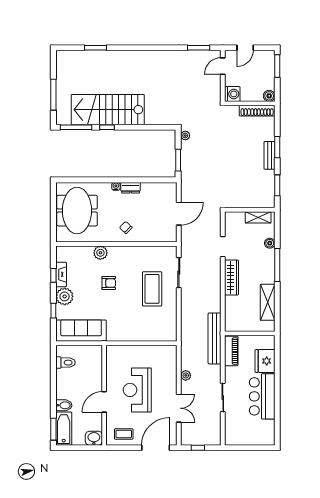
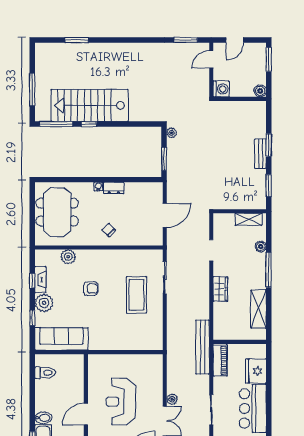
shoe rack: (257, 111) -> (247, 107), removed
plant: (100, 253) -> (68, 257), moved
wardrobe: (231, 278) -> (220, 289), width x0.67
plant: (186, 375) -> (172, 399), moved

